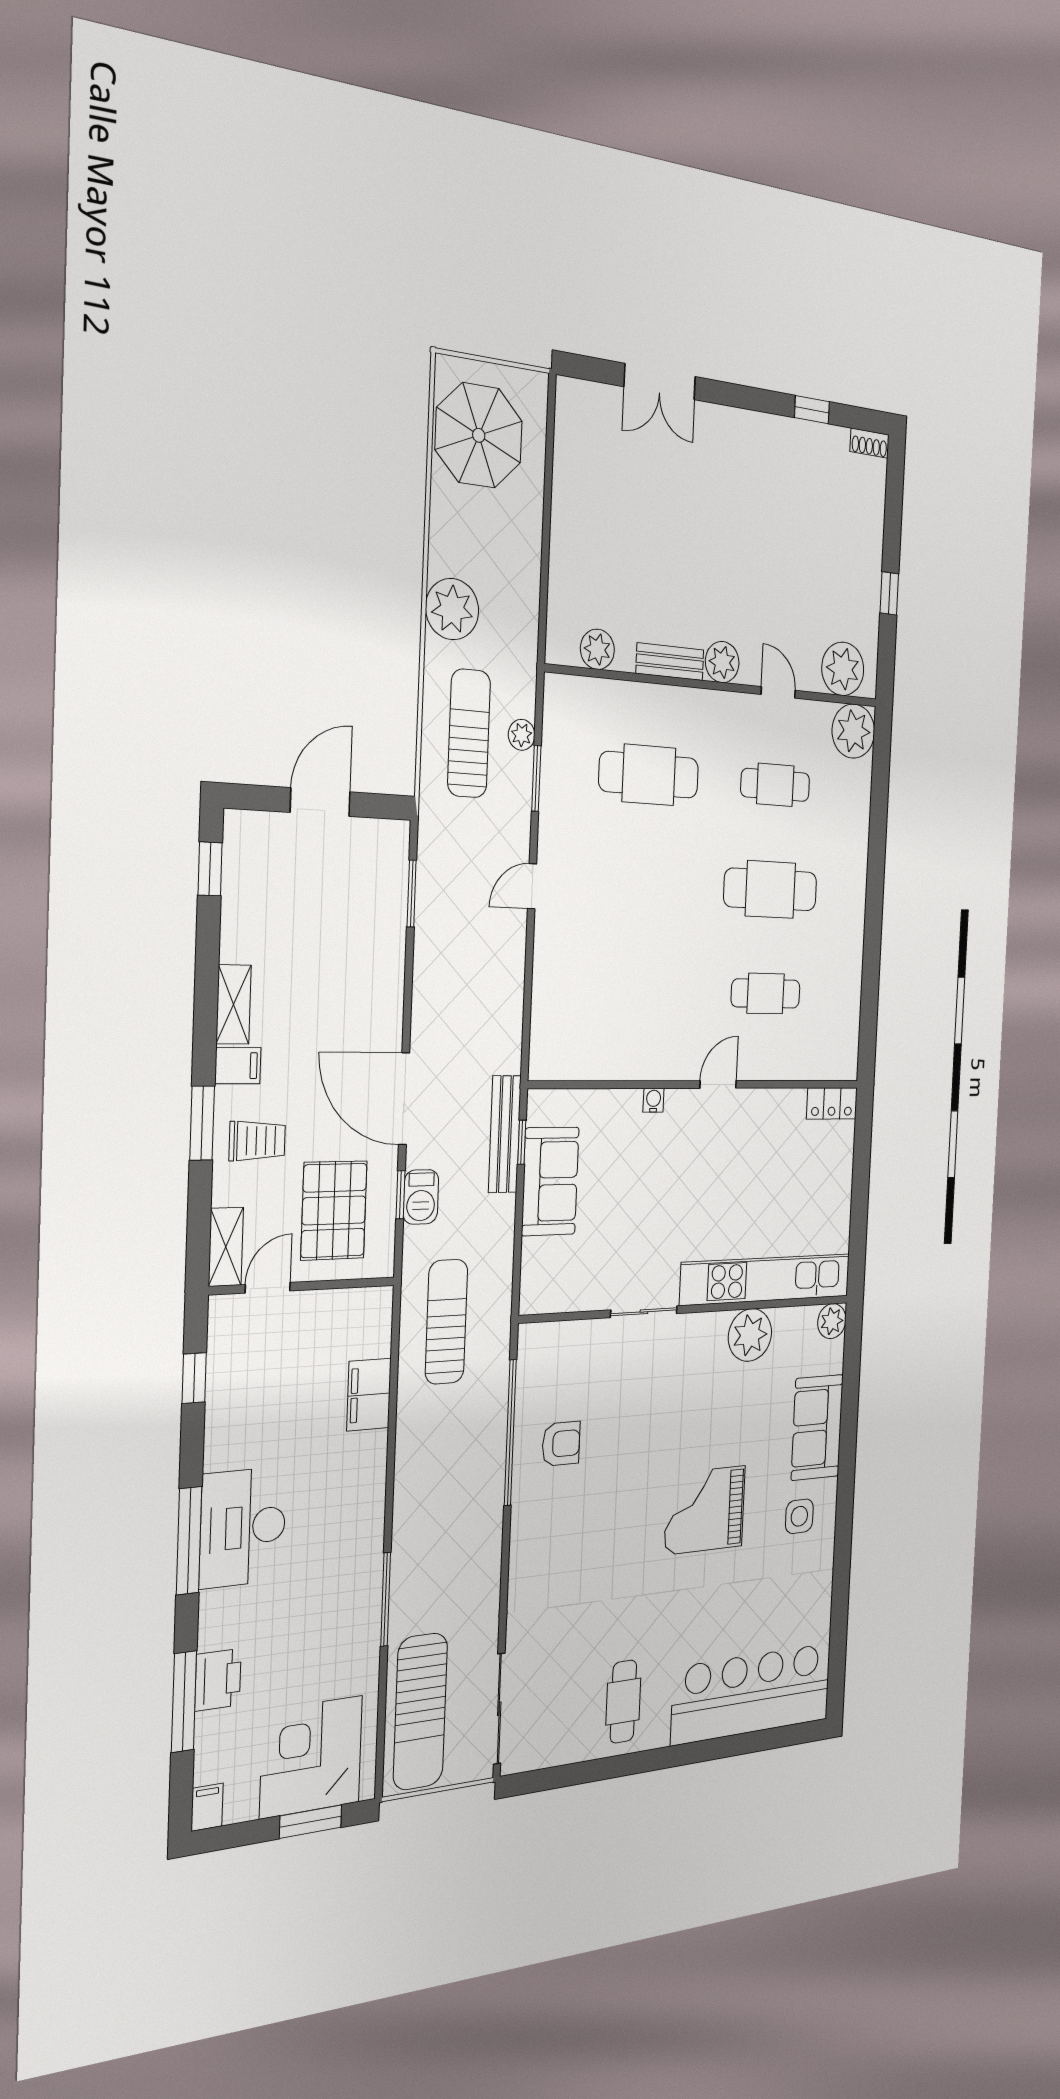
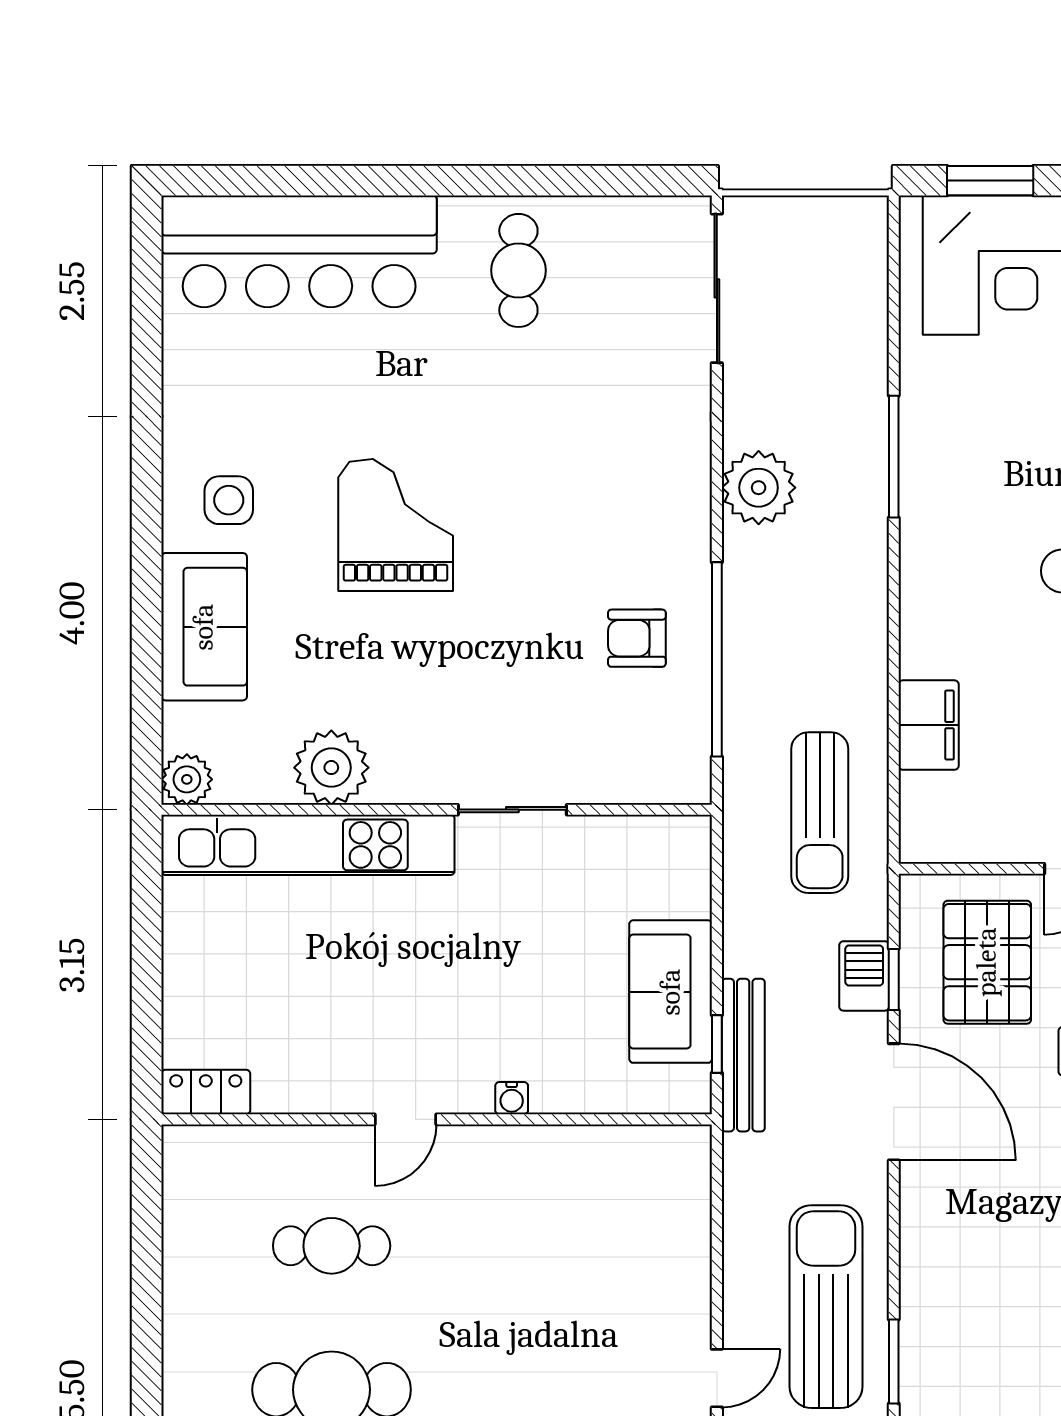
grand piano: (705, 1510) -> (396, 525), turned -90
plant: (478, 1564) -> (759, 488), added
sun lounger: (420, 1711) -> (826, 1307), moved

